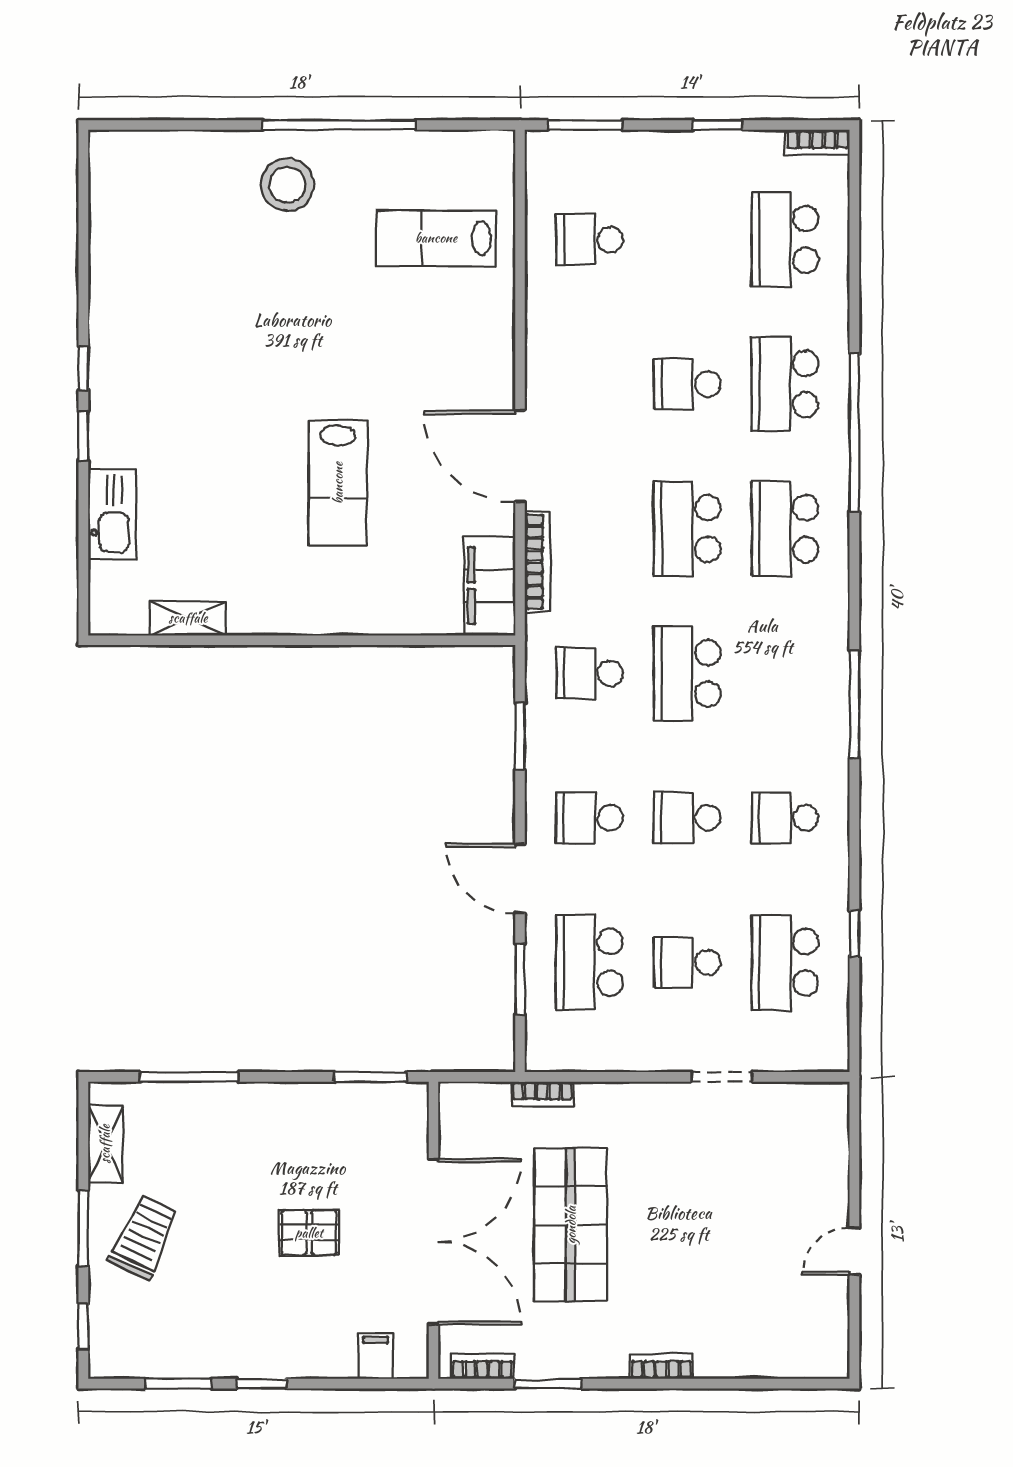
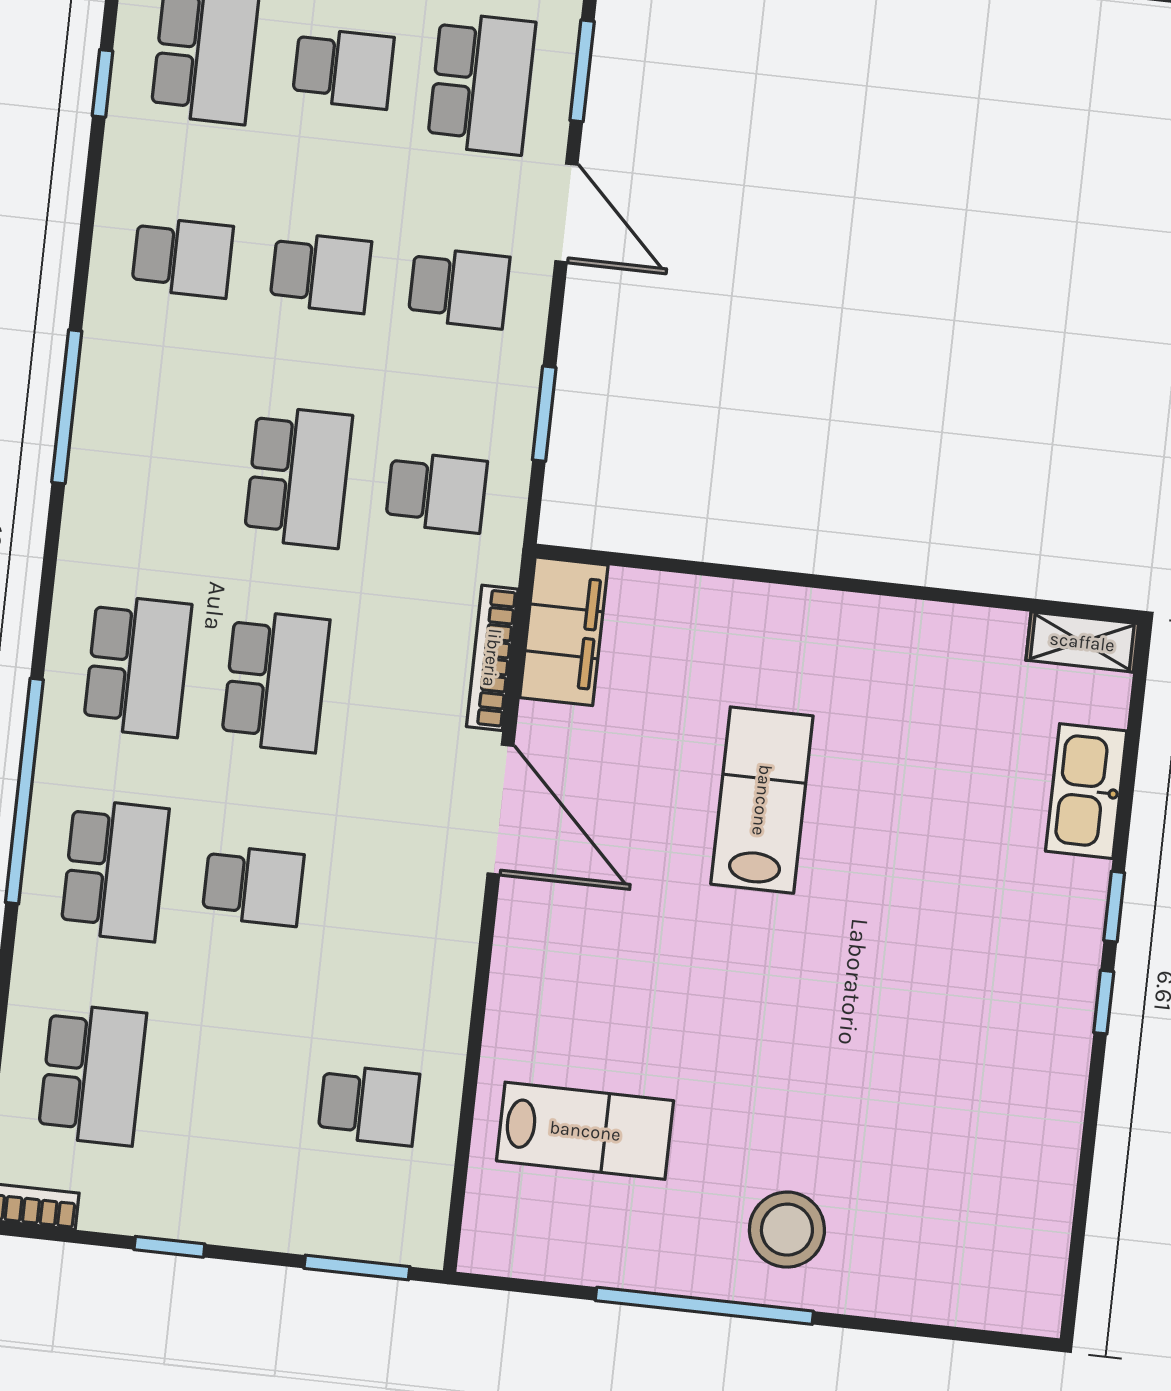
shelving: (188, 618) -> (1082, 642), moved

